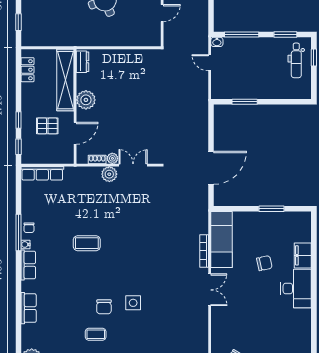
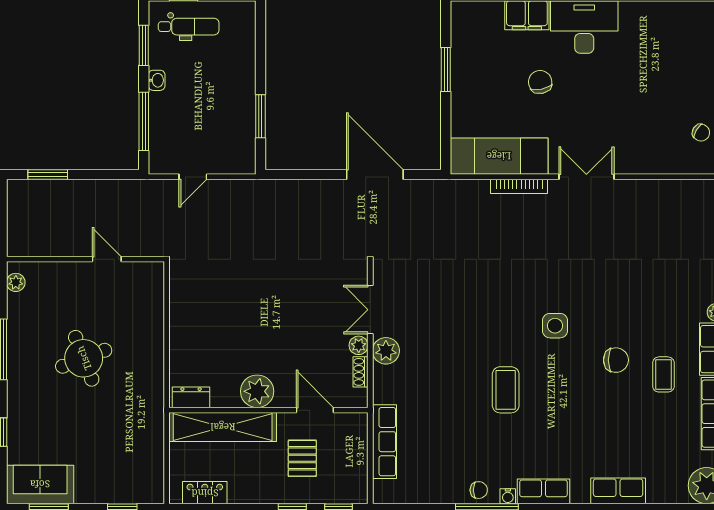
washbasin: (217, 42) -> (157, 80), moved
row of seats: (42, 173) -> (384, 442), moved
side table: (133, 303) -> (555, 326), moved

